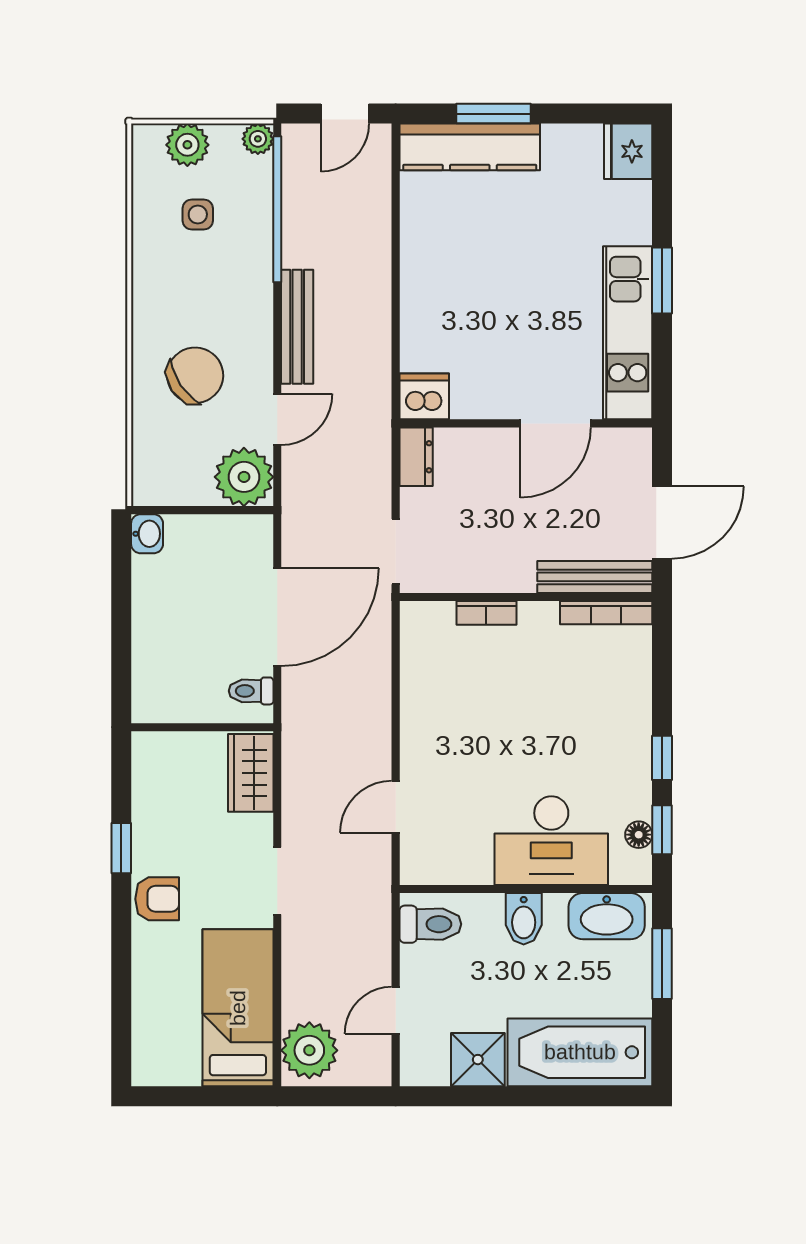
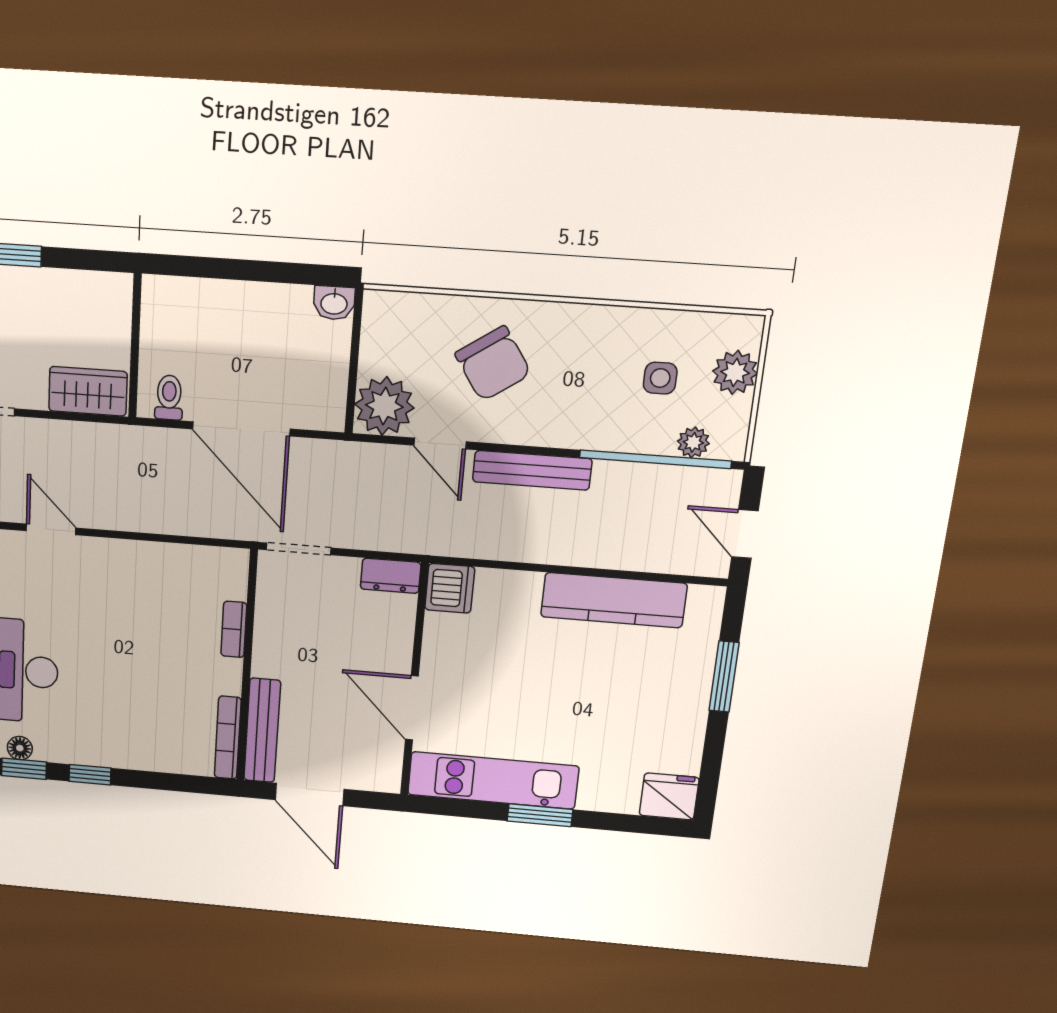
plant: (258, 139) -> (693, 442), moved
kitchen counter: (470, 147) -> (614, 600), moved, turned -90

